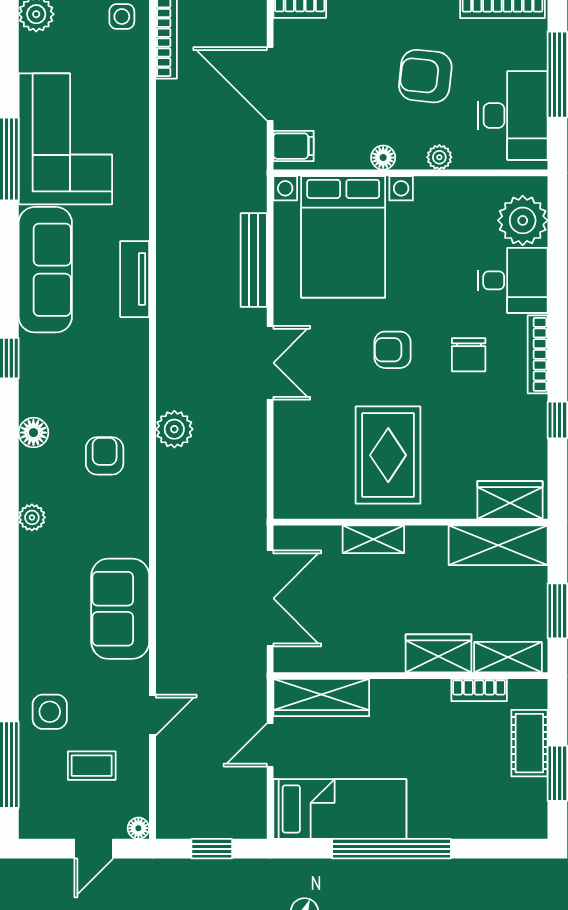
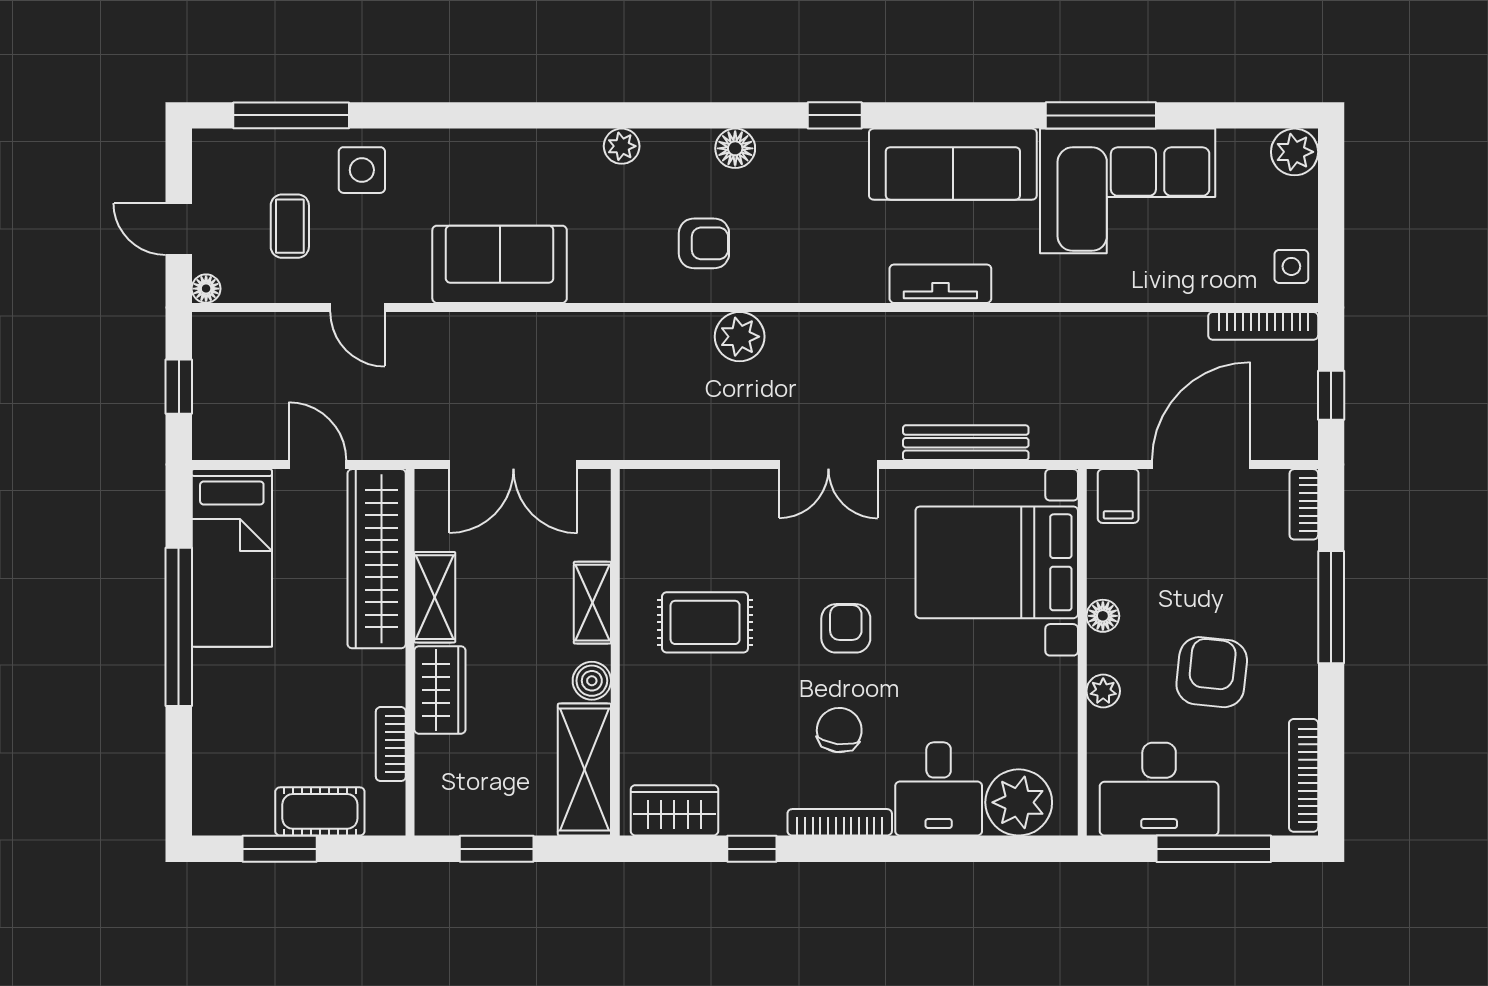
chair: (469, 355) -> (839, 730), turned 97
rug: (388, 455) -> (705, 622), width x0.73, depth x0.70
wardrobe: (510, 500) -> (674, 810), moved, turned -90
boiler: (432, 540) -> (592, 681), added
shelving: (508, 657) -> (435, 597), moved
wardrobe: (321, 697) -> (377, 559), width x1.40, depth x1.17

